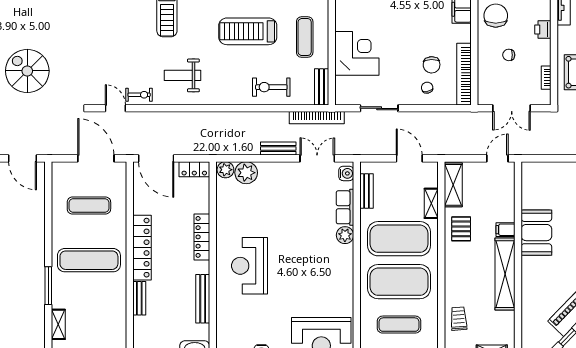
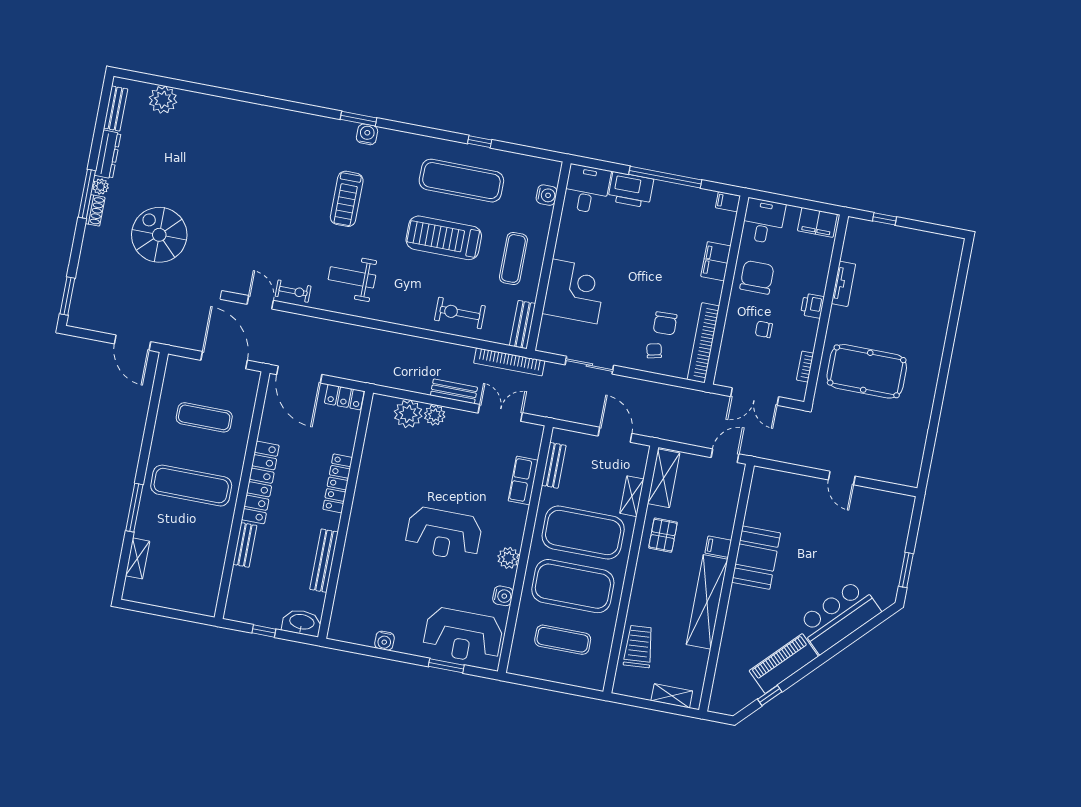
plant: (225, 170) -> (435, 415), moved
water cooler: (346, 173) -> (503, 596), moved
plant: (345, 235) -> (508, 558), moved
reception desk: (249, 266) -> (444, 534), moved, turned -90
trolley: (459, 319) -> (639, 646), width x1.36, depth x1.39

